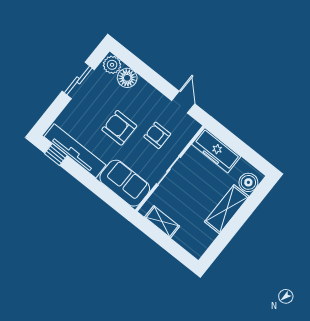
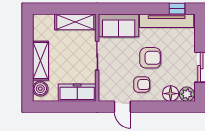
armchair: (157, 135) -> (142, 85), moved
shelving: (162, 222) -> (75, 22), width x1.50, depth x1.33

